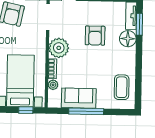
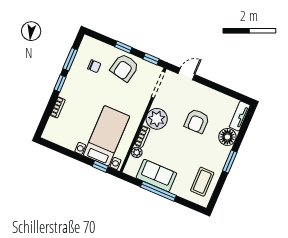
window: (139, 24) -> (230, 162), moved

